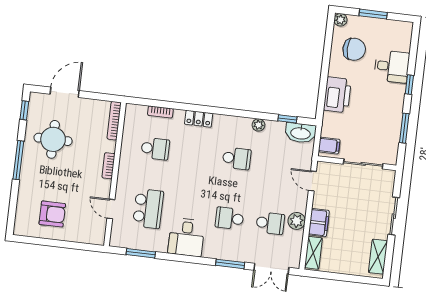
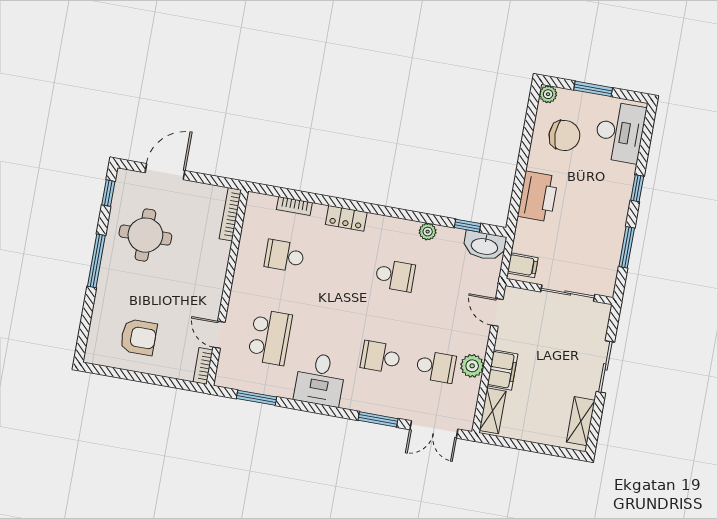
desk: (392, 66) -> (620, 132), moved, width x1.37
school desk: (155, 149) -> (284, 256), turned 180
bookcase: (108, 166) -> (203, 366), moved

